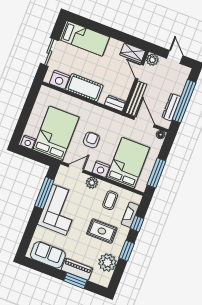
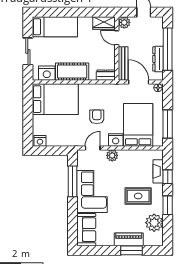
bed: (56, 134) -> (55, 99), moved, turned 90
coffee table: (110, 200) -> (135, 165), removed
sofa: (48, 255) -> (86, 230), moved, turned 90

